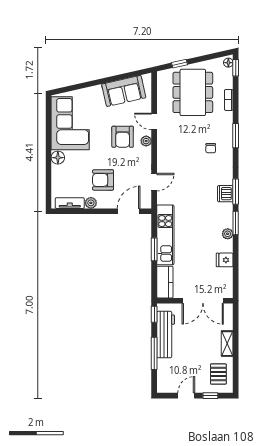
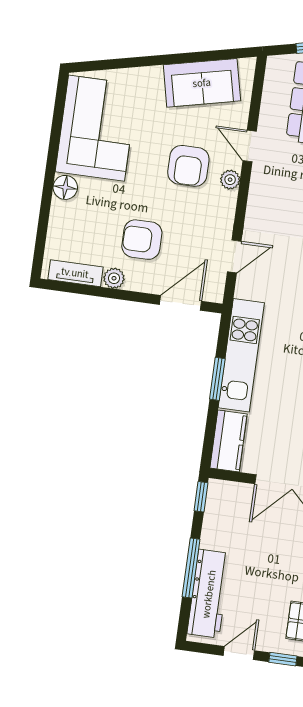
workbench: (166, 335) -> (209, 594), moved

